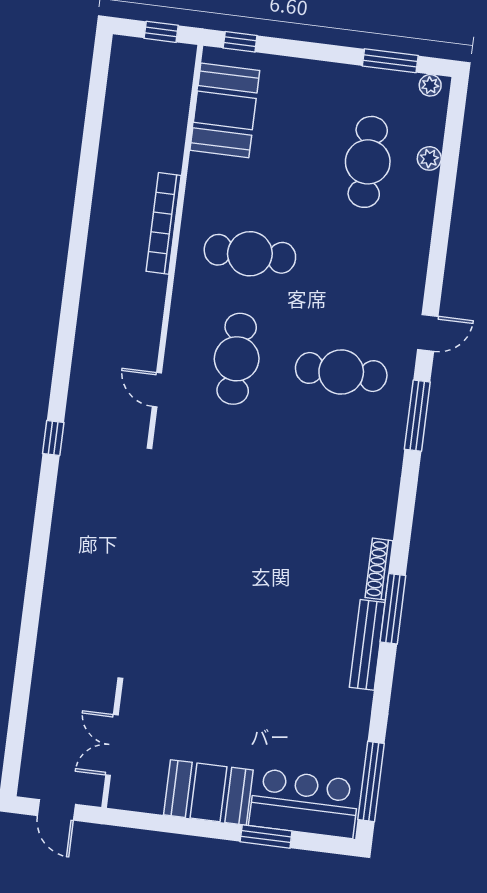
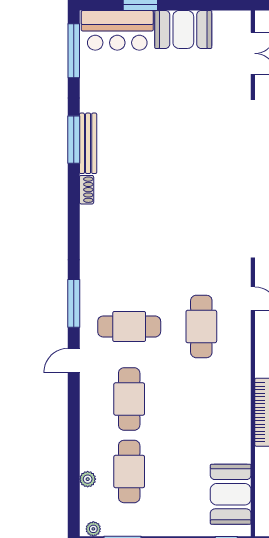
cafe table: (250, 254) -> (129, 399), moved, turned 90
shoe rack: (379, 569) -> (87, 190), width x0.70
window: (393, 609) -> (74, 140), moved

